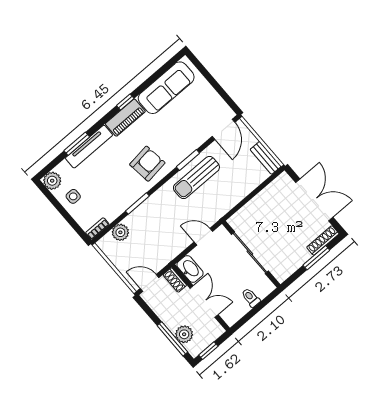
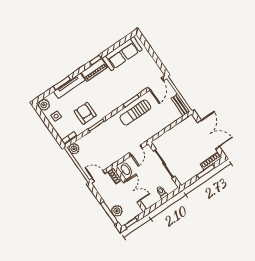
armchair: (147, 164) -> (85, 113), moved, turned -83
plant: (120, 232) -> (74, 149), moved
door: (203, 237) -> (136, 150), swing flipped

